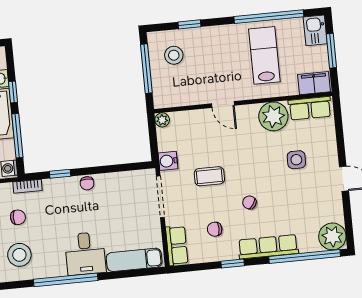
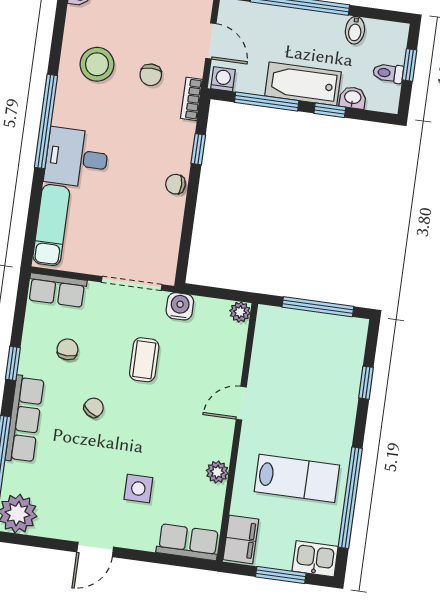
stool: (174, 55) -> (328, 350), removed
row of seats: (310, 108) -> (188, 542), moved, turned 90
plant: (273, 116) -> (217, 472), width x0.53, depth x0.53

